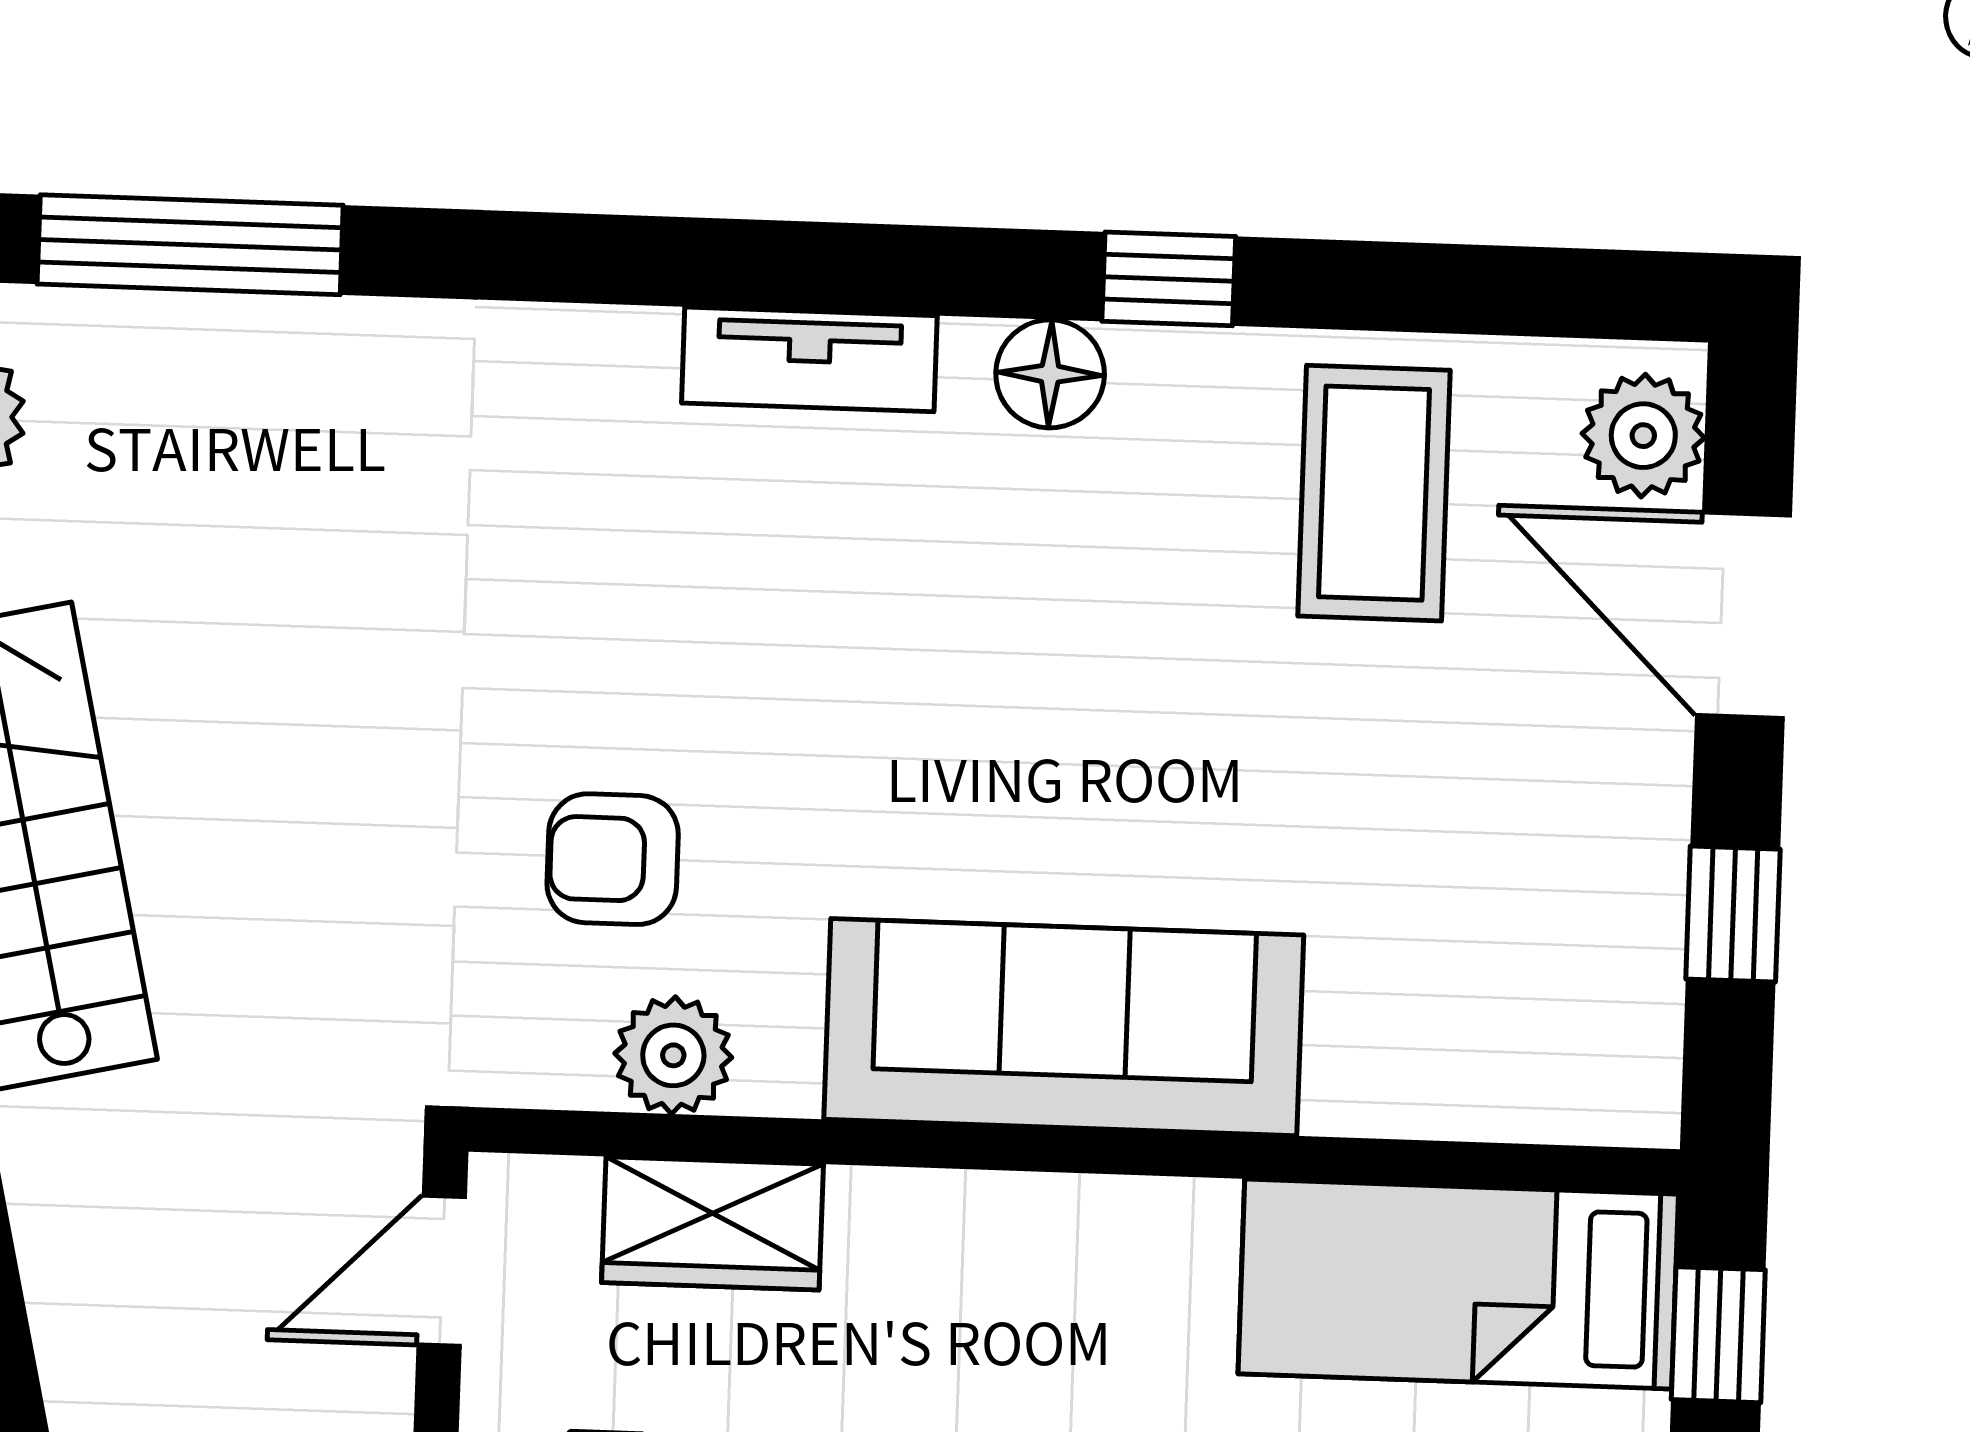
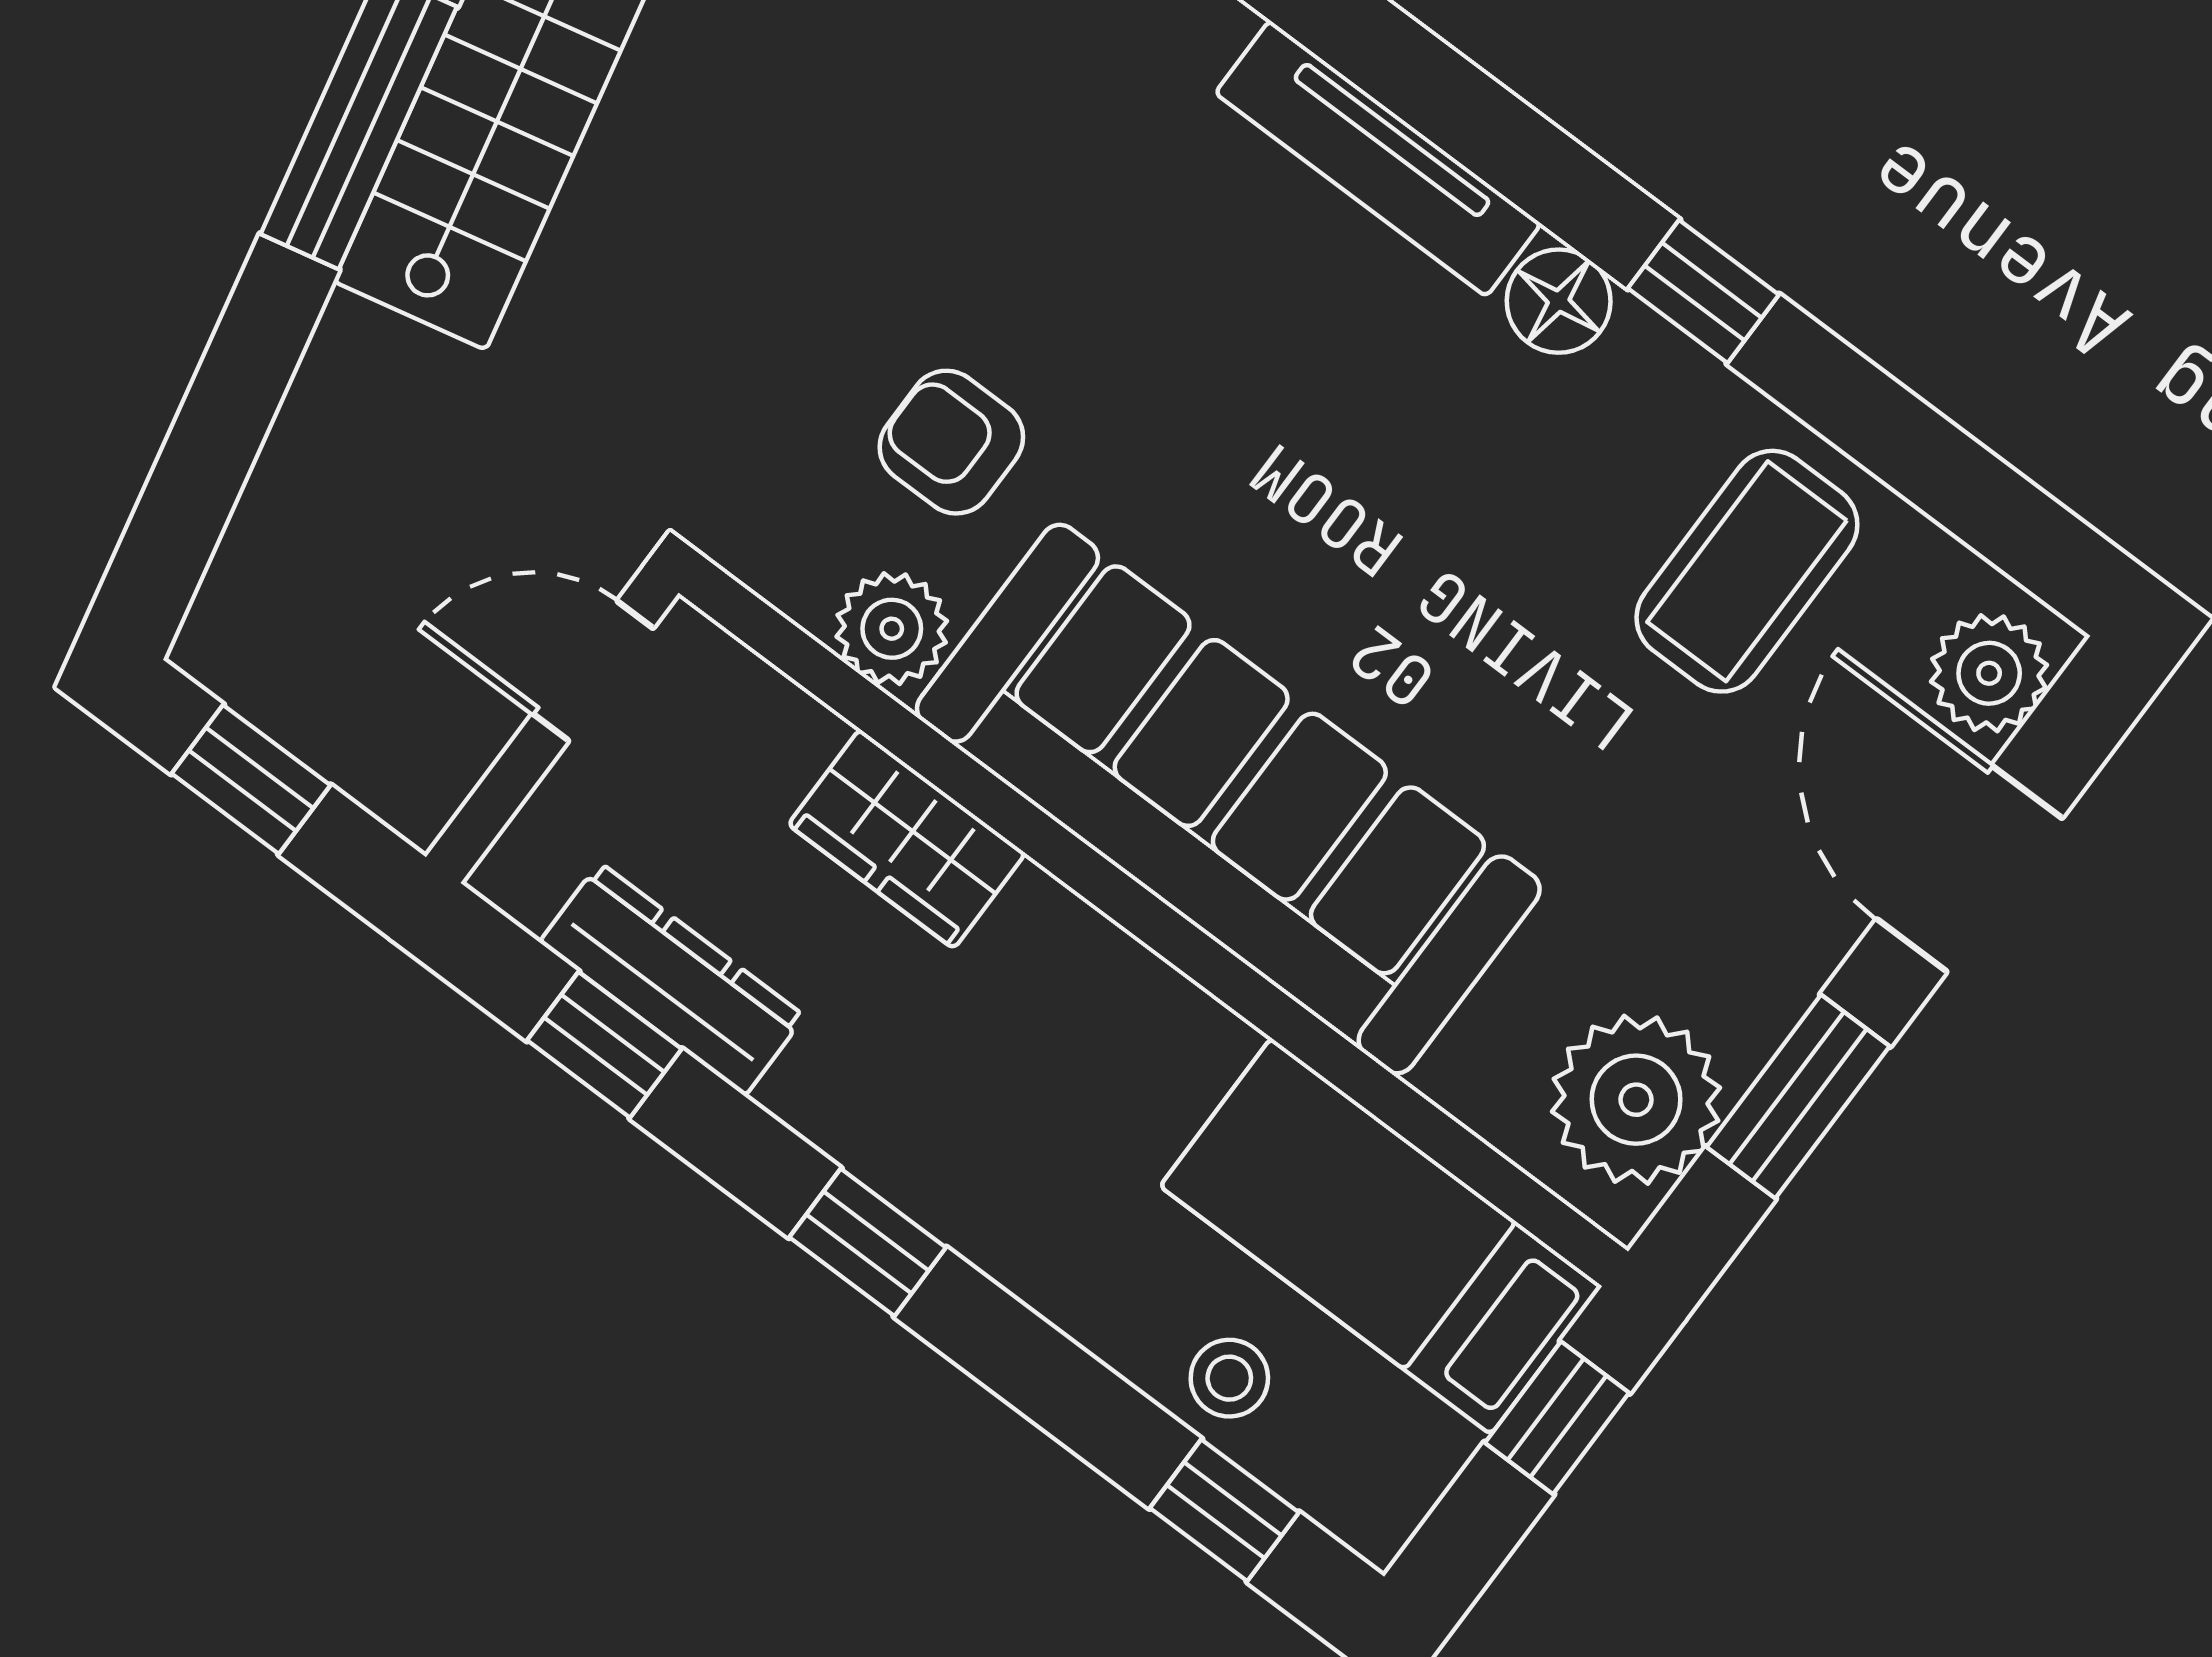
tv unit: (809, 359) -> (1378, 158), width x1.41
window: (1733, 914) -> (1798, 1097), width x1.50
plant: (1595, 1014) -> (1636, 1100), added
sofa: (1064, 1027) -> (1228, 799), width x1.36, depth x1.27
wardrobe: (713, 1223) -> (907, 839), moved

